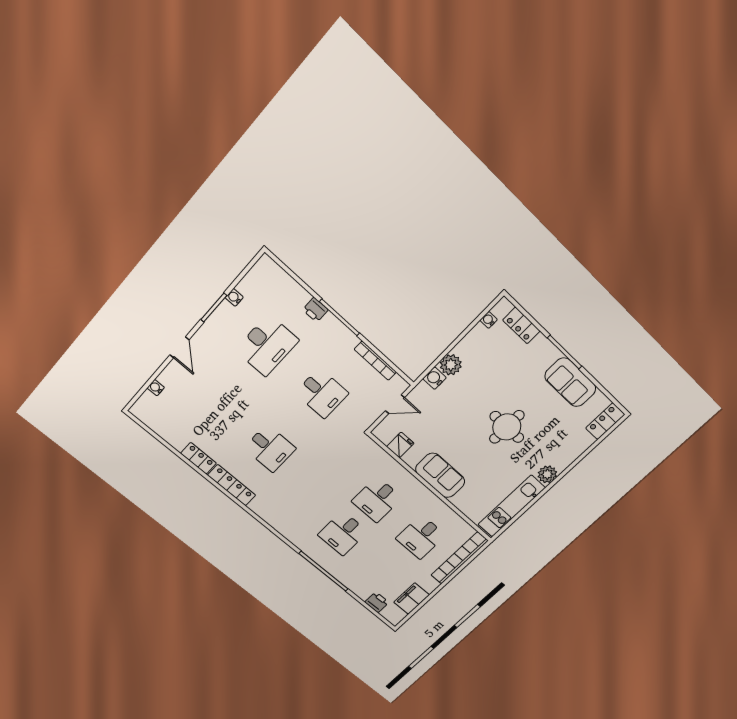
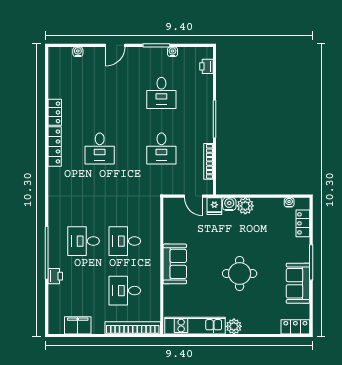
printer: (315, 310) -> (206, 66), moved
desk: (267, 345) -> (161, 93), width x0.73
fridge: (400, 445) -> (214, 206), moved, turned 90
printer: (377, 602) -> (55, 276), moved

